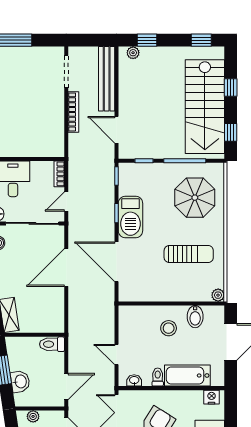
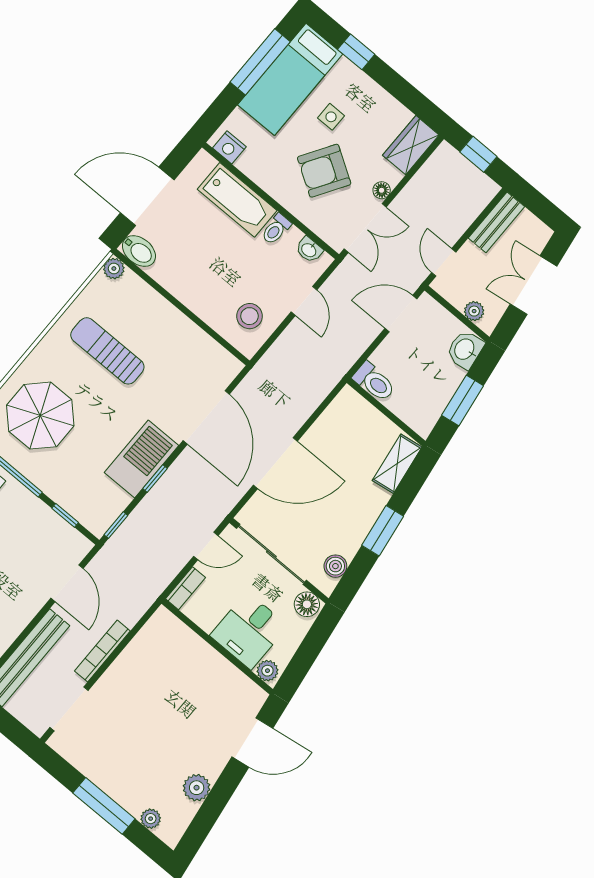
bidet: (195, 317) -> (139, 251), moved, turned 90
stool: (169, 328) -> (249, 316), moved
washbasin: (20, 382) -> (465, 350), moved

